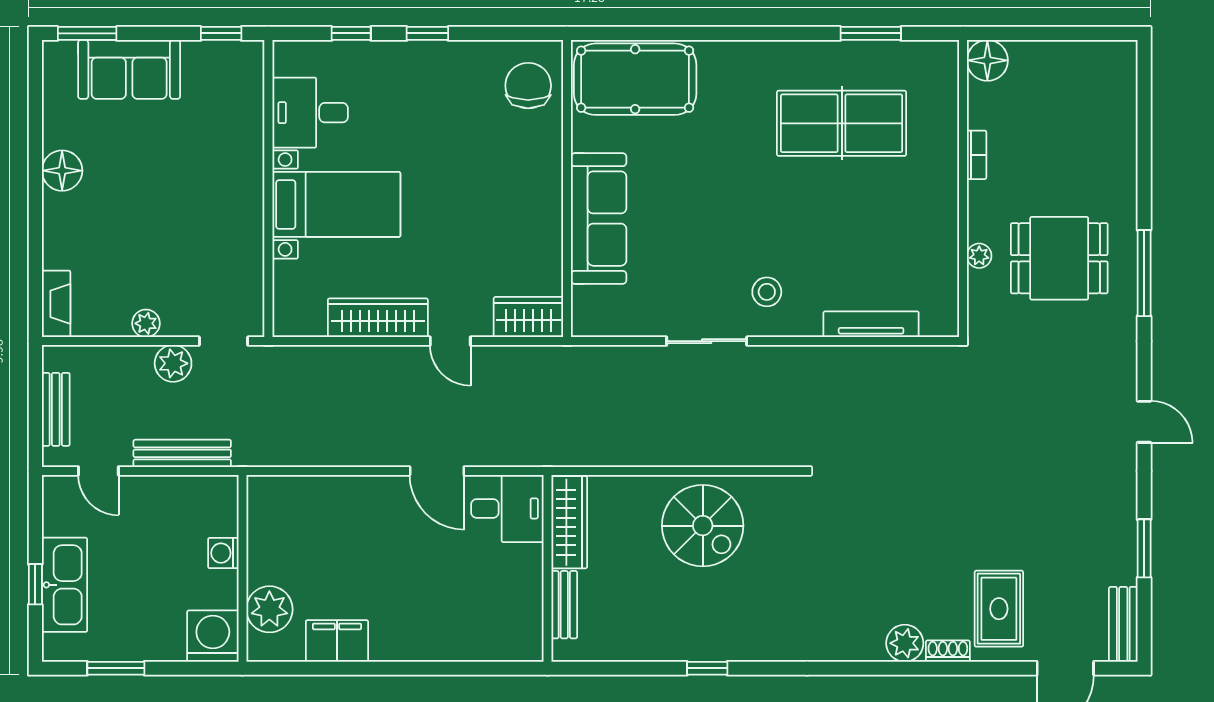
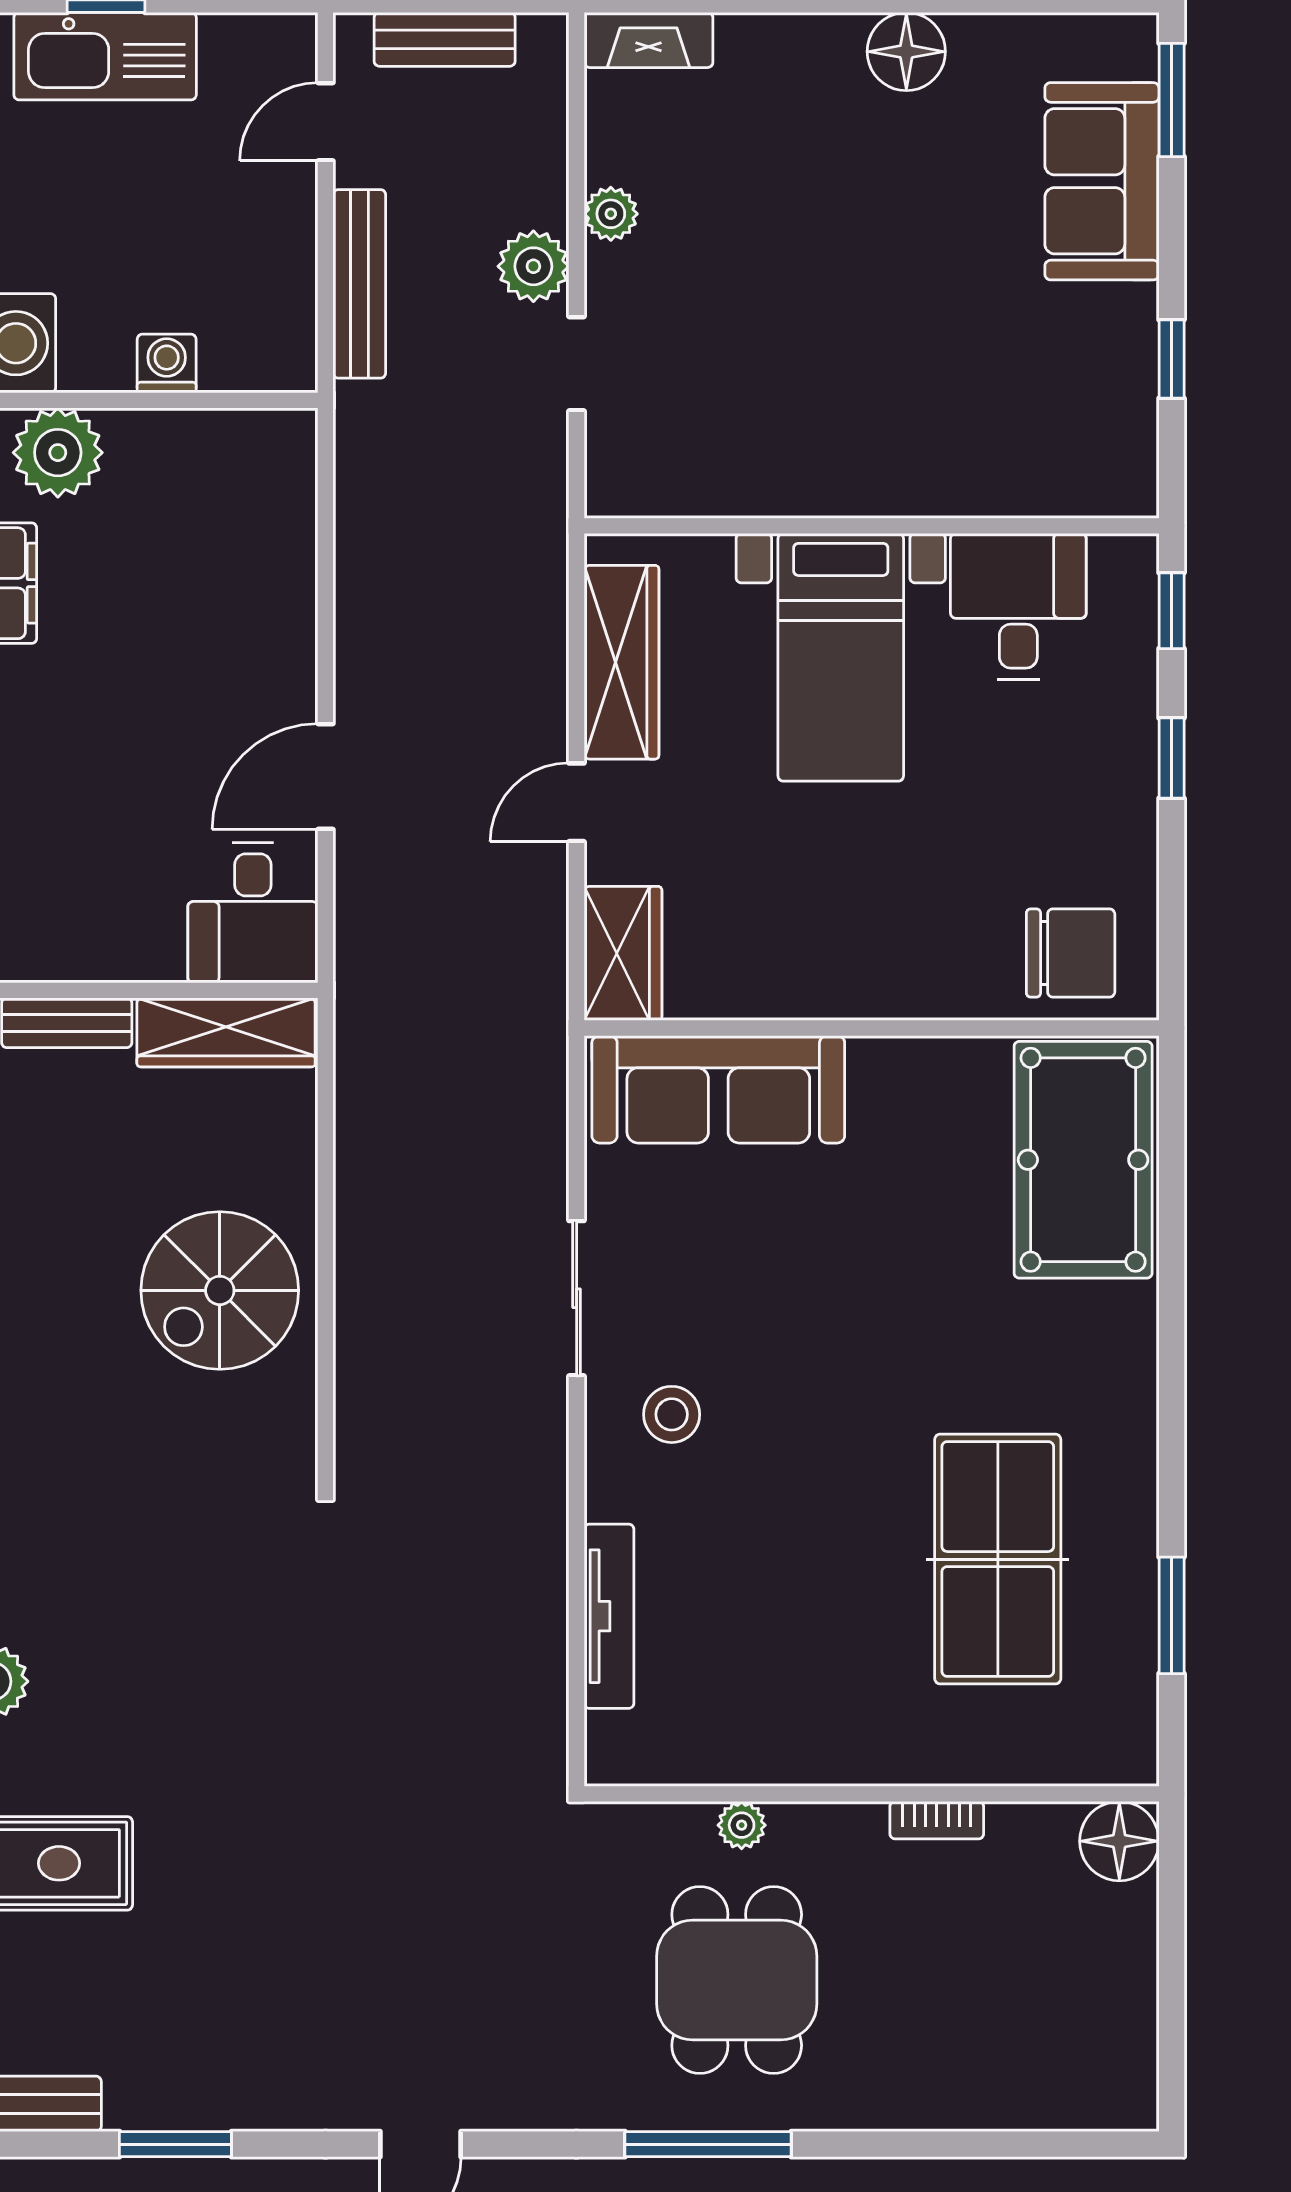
desk: (310, 113) -> (1018, 607), moved
wall: (268, 189) -> (872, 526), moved
bed with nightstands: (336, 204) -> (841, 657), moved
sofa: (599, 219) -> (718, 1089), moved

